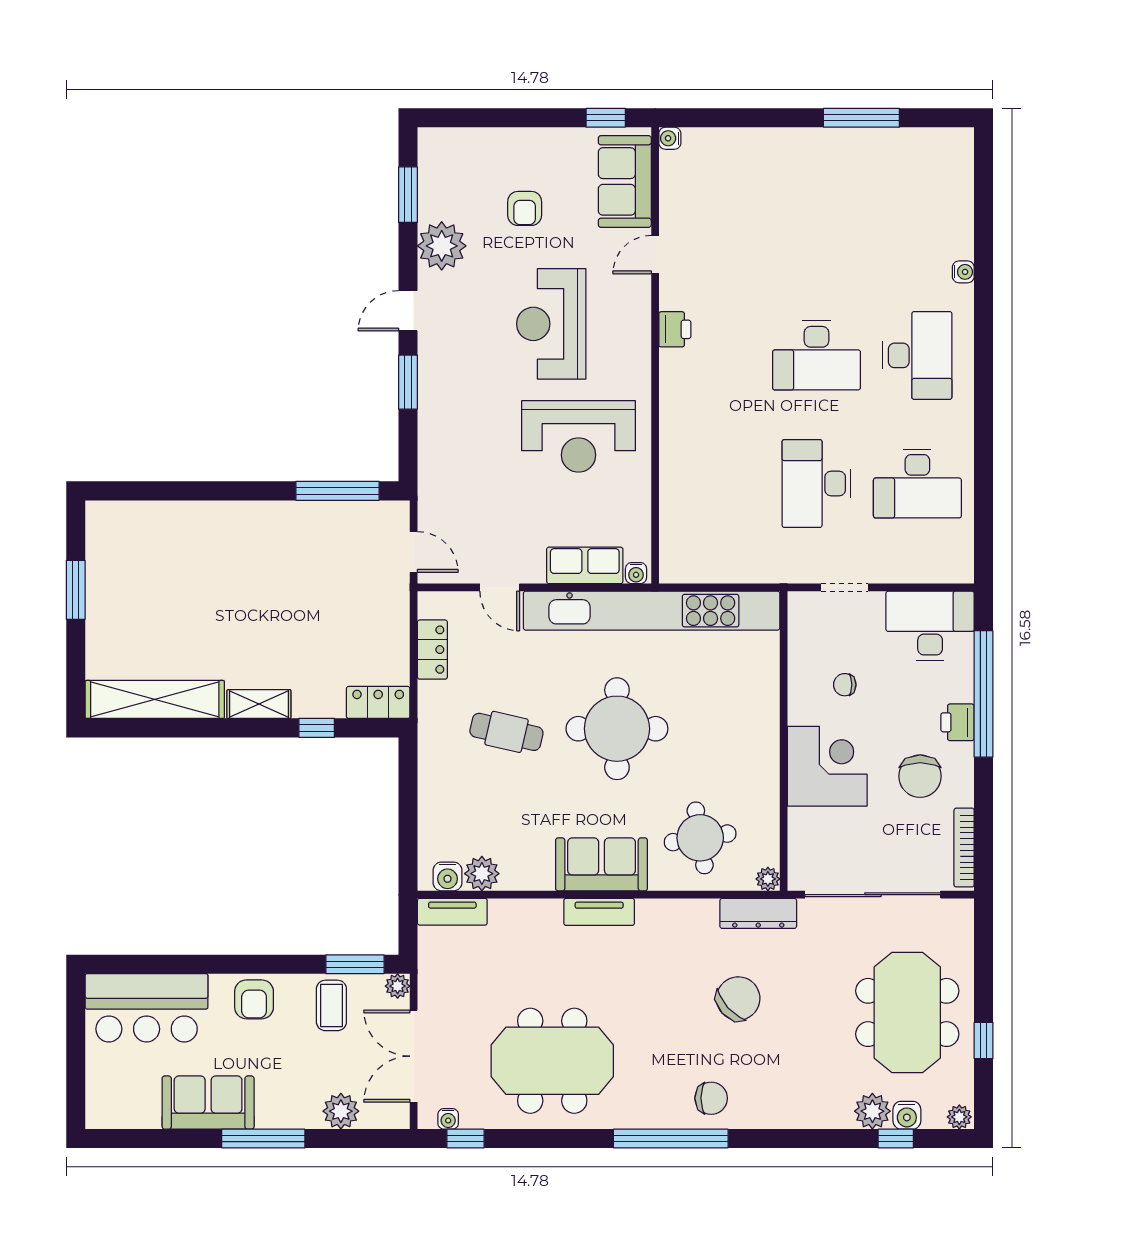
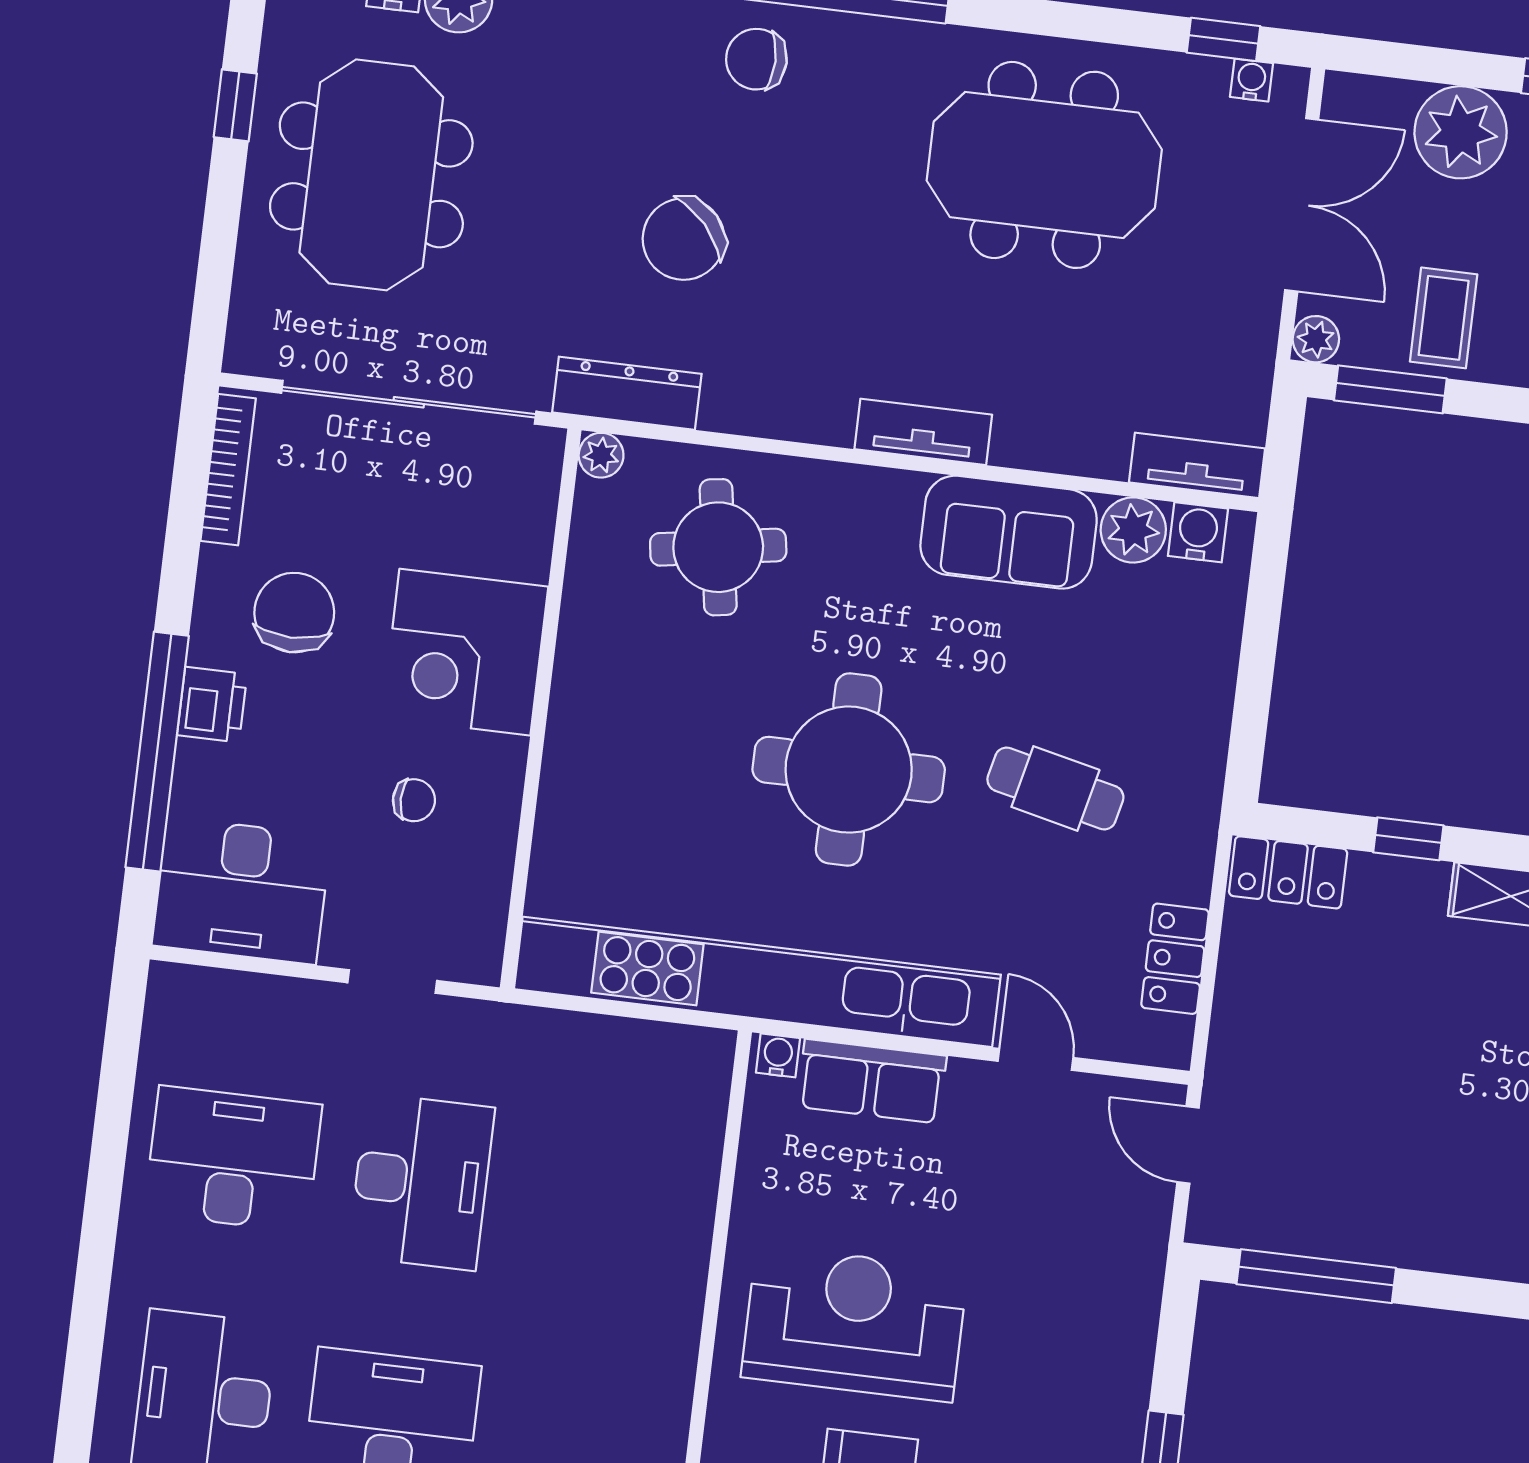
sofa: (602, 864) -> (1009, 532), moved
plant: (341, 1111) -> (1461, 132), width x1.36, depth x1.36

